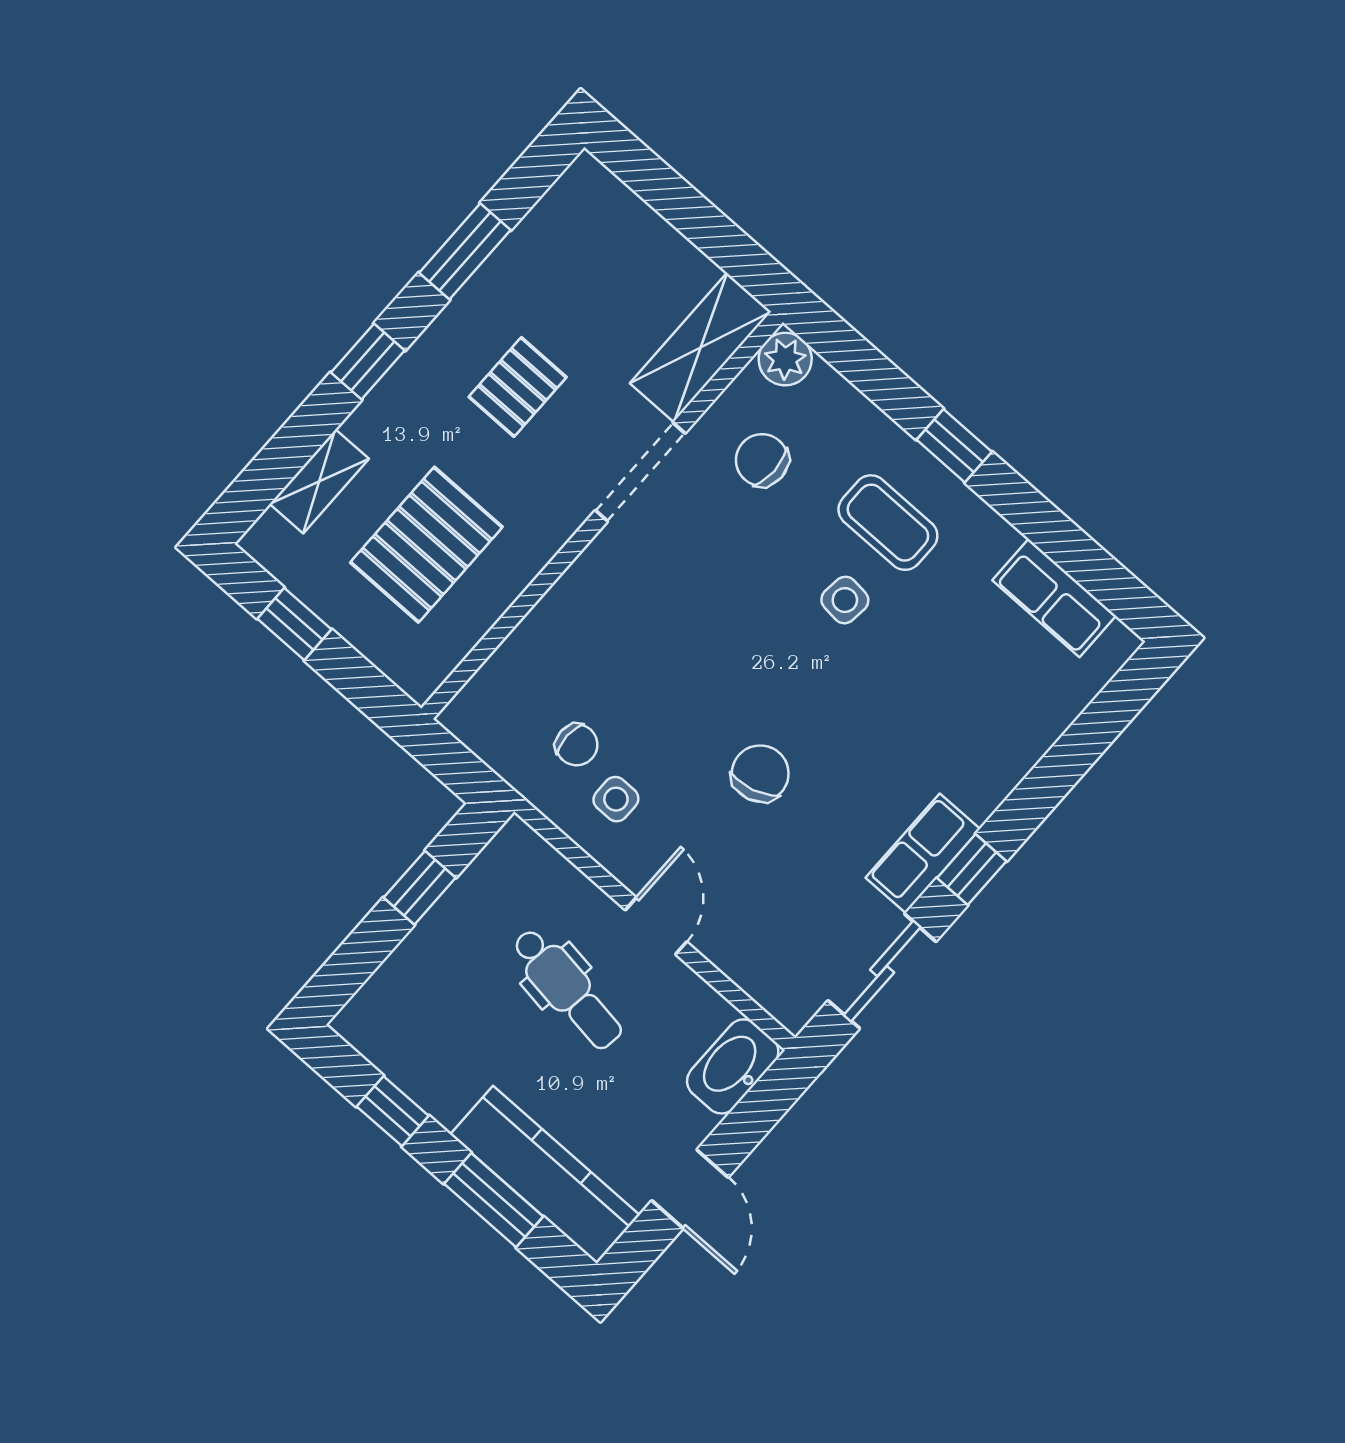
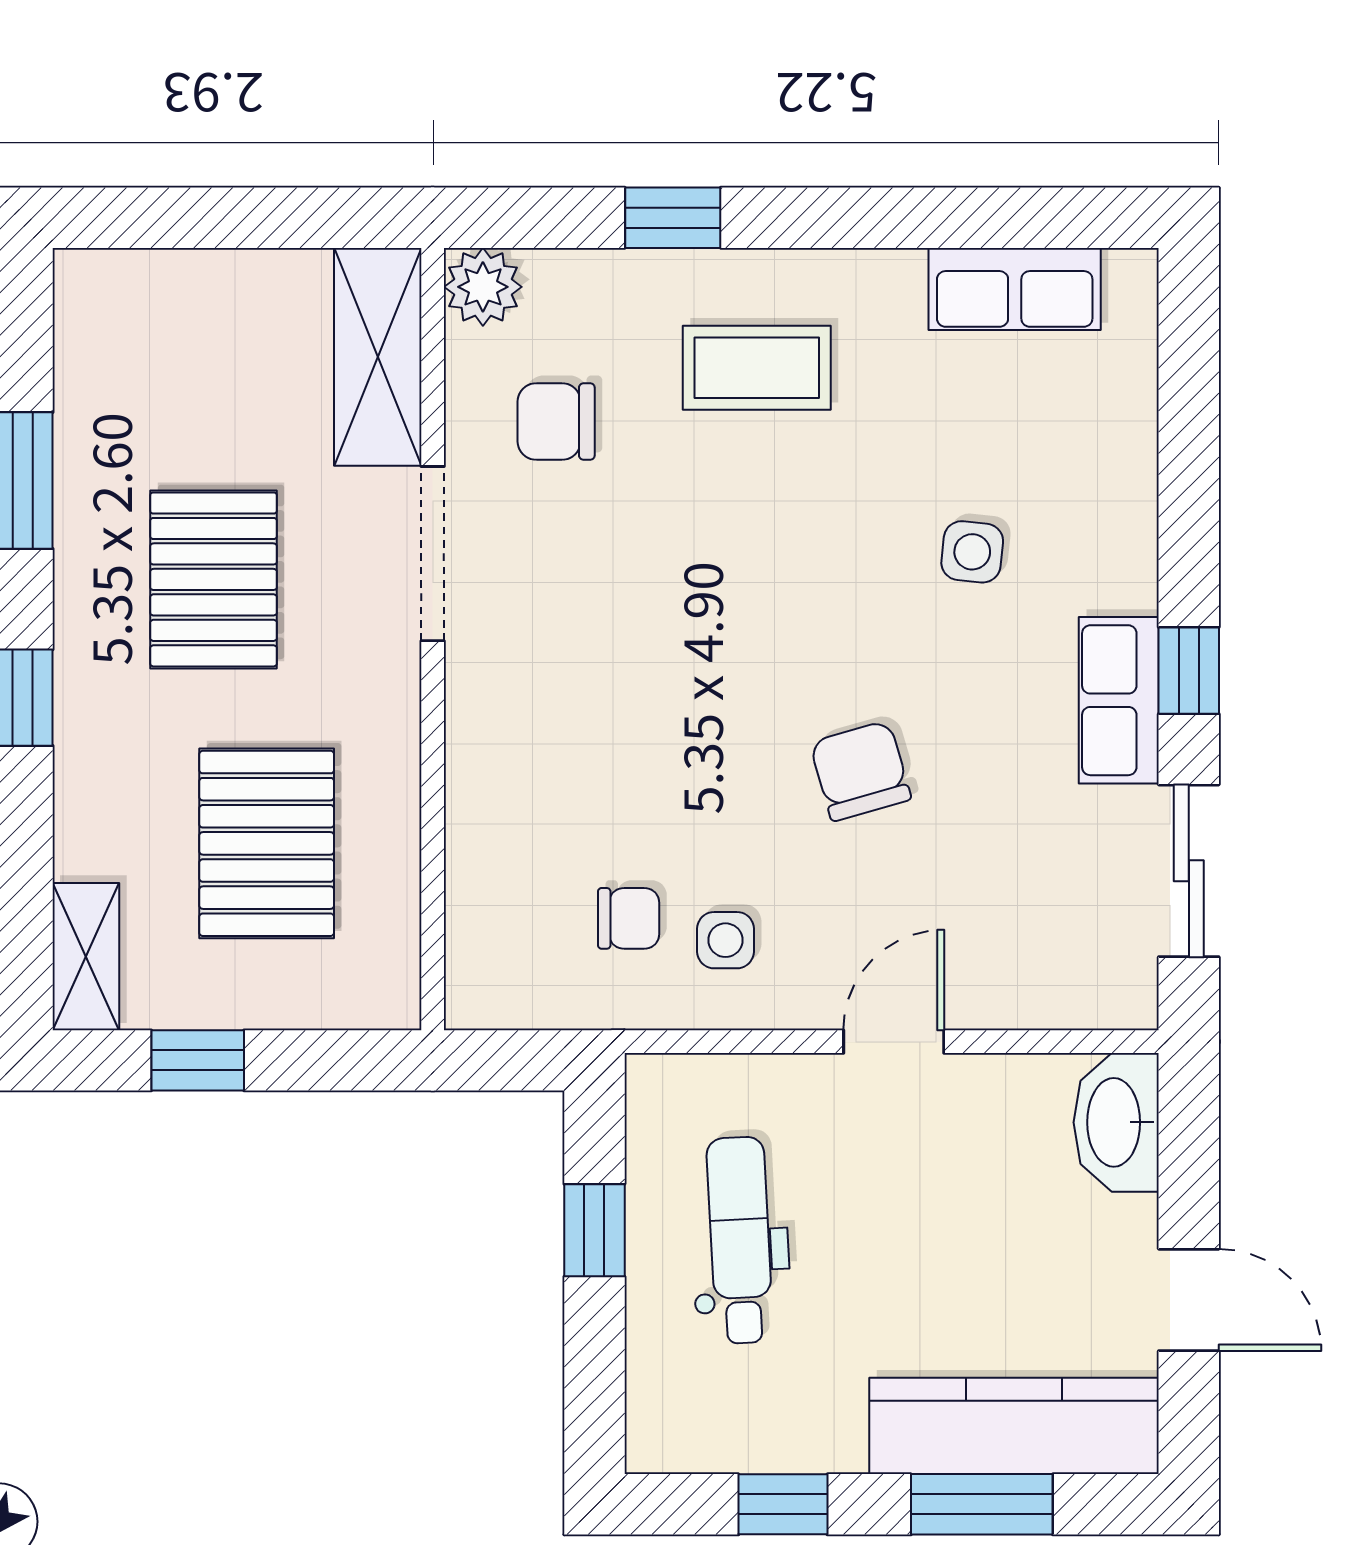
pallet: (518, 387) -> (214, 579), width x1.50, depth x1.42
window: (954, 446) -> (673, 218), moved
shelving: (319, 481) -> (86, 957), moved
side table: (845, 600) -> (972, 552), moved
door: (656, 926) -> (894, 1042), hinge flipped
dental chair: (567, 989) -> (740, 1240), moved, turned -101

